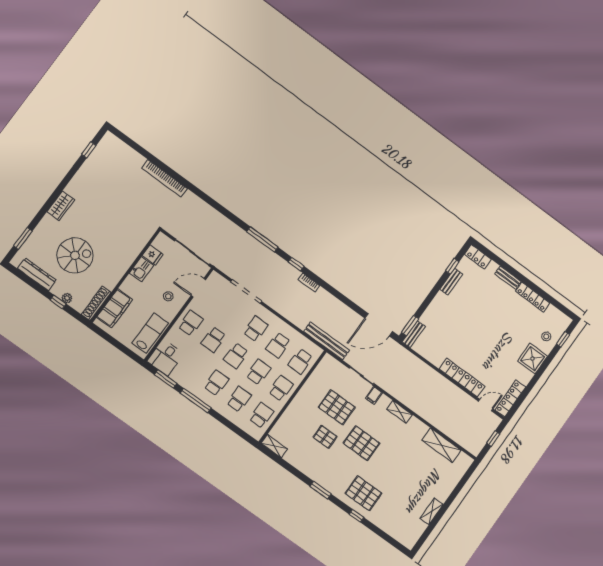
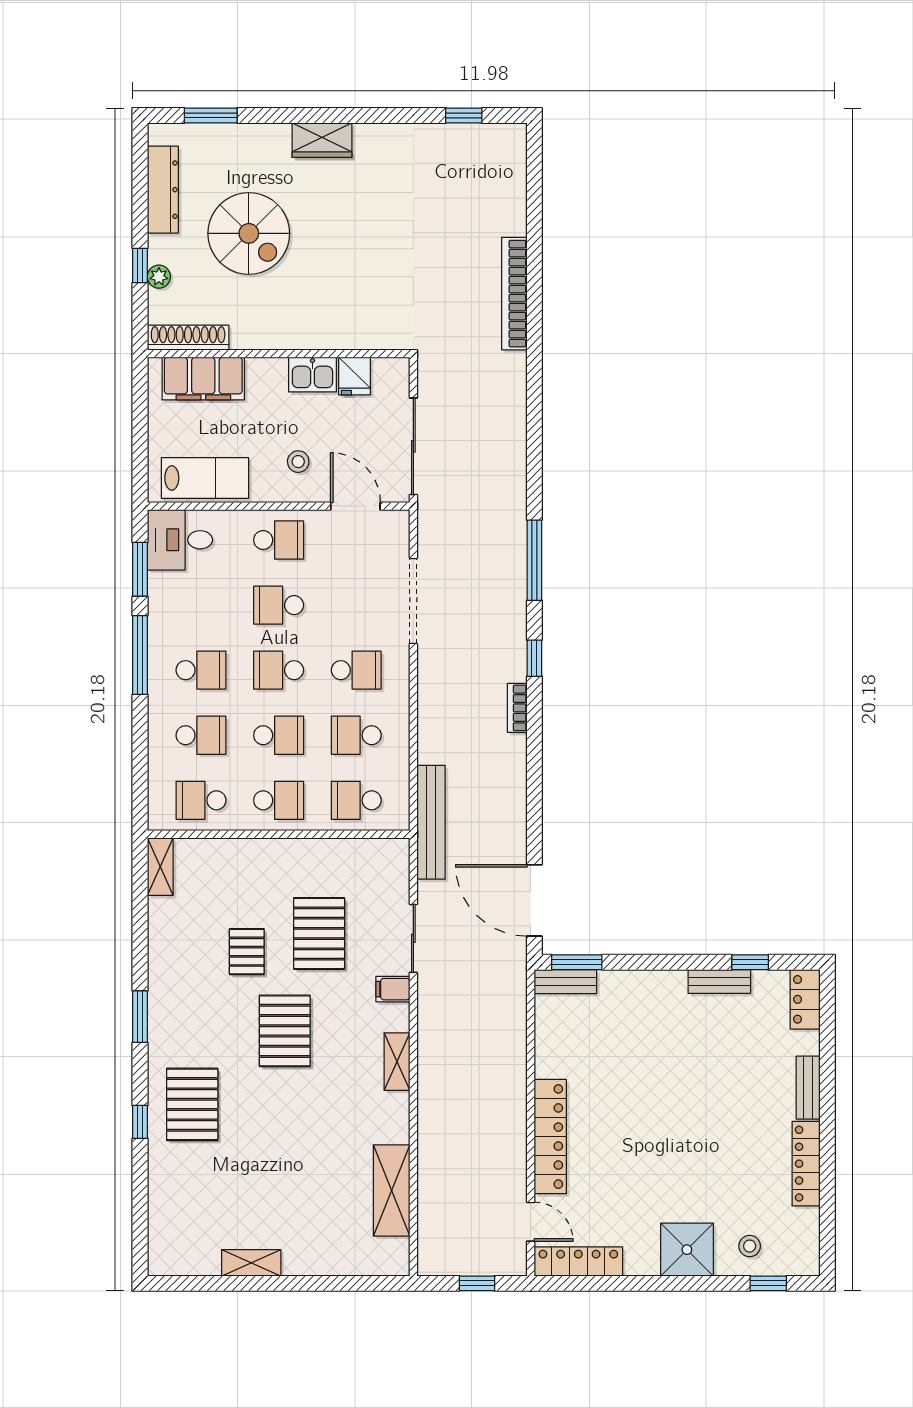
school desk: (261, 415) -> (201, 800), turned 180

